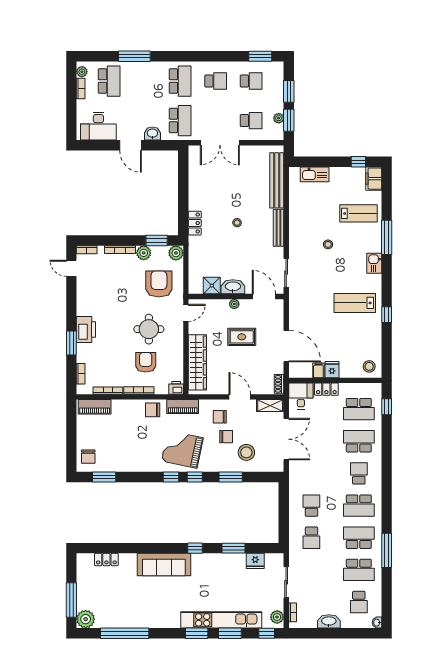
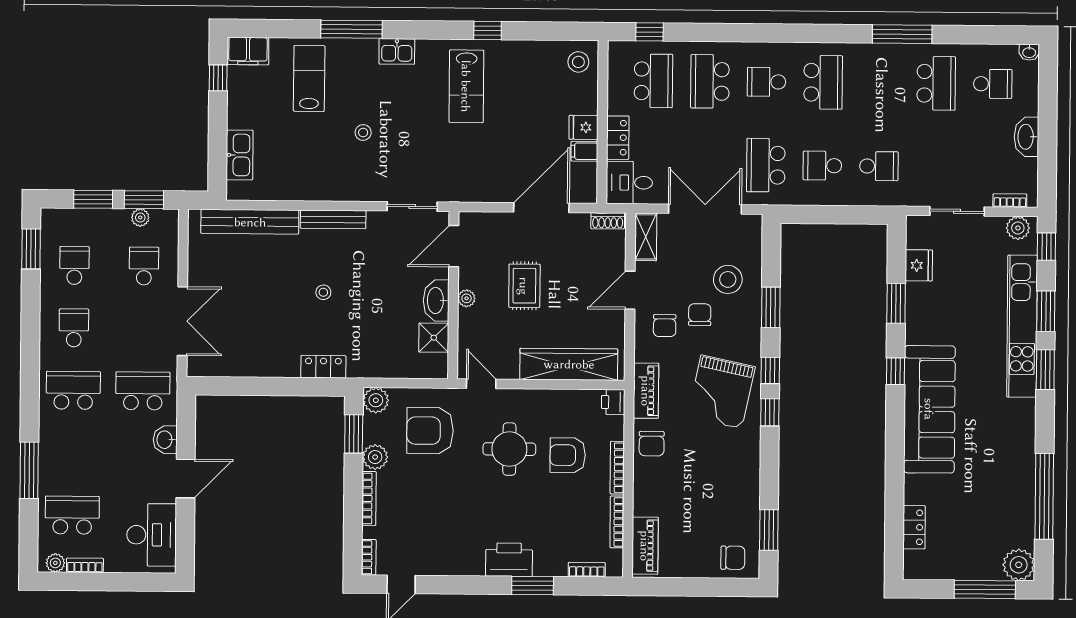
school desk: (359, 538) -> (766, 165), moved
sofa: (164, 565) -> (929, 409), width x1.36, depth x1.27

